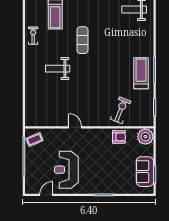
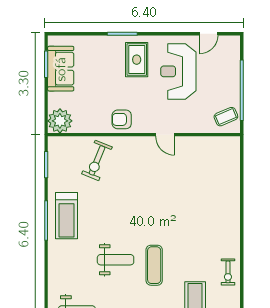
weight bench: (58, 69) -> (116, 260), moved
armchair: (119, 137) -> (122, 119), moved
reception desk: (66, 170) -> (178, 71), turned 180
rug: (94, 178) -> (137, 60), added

